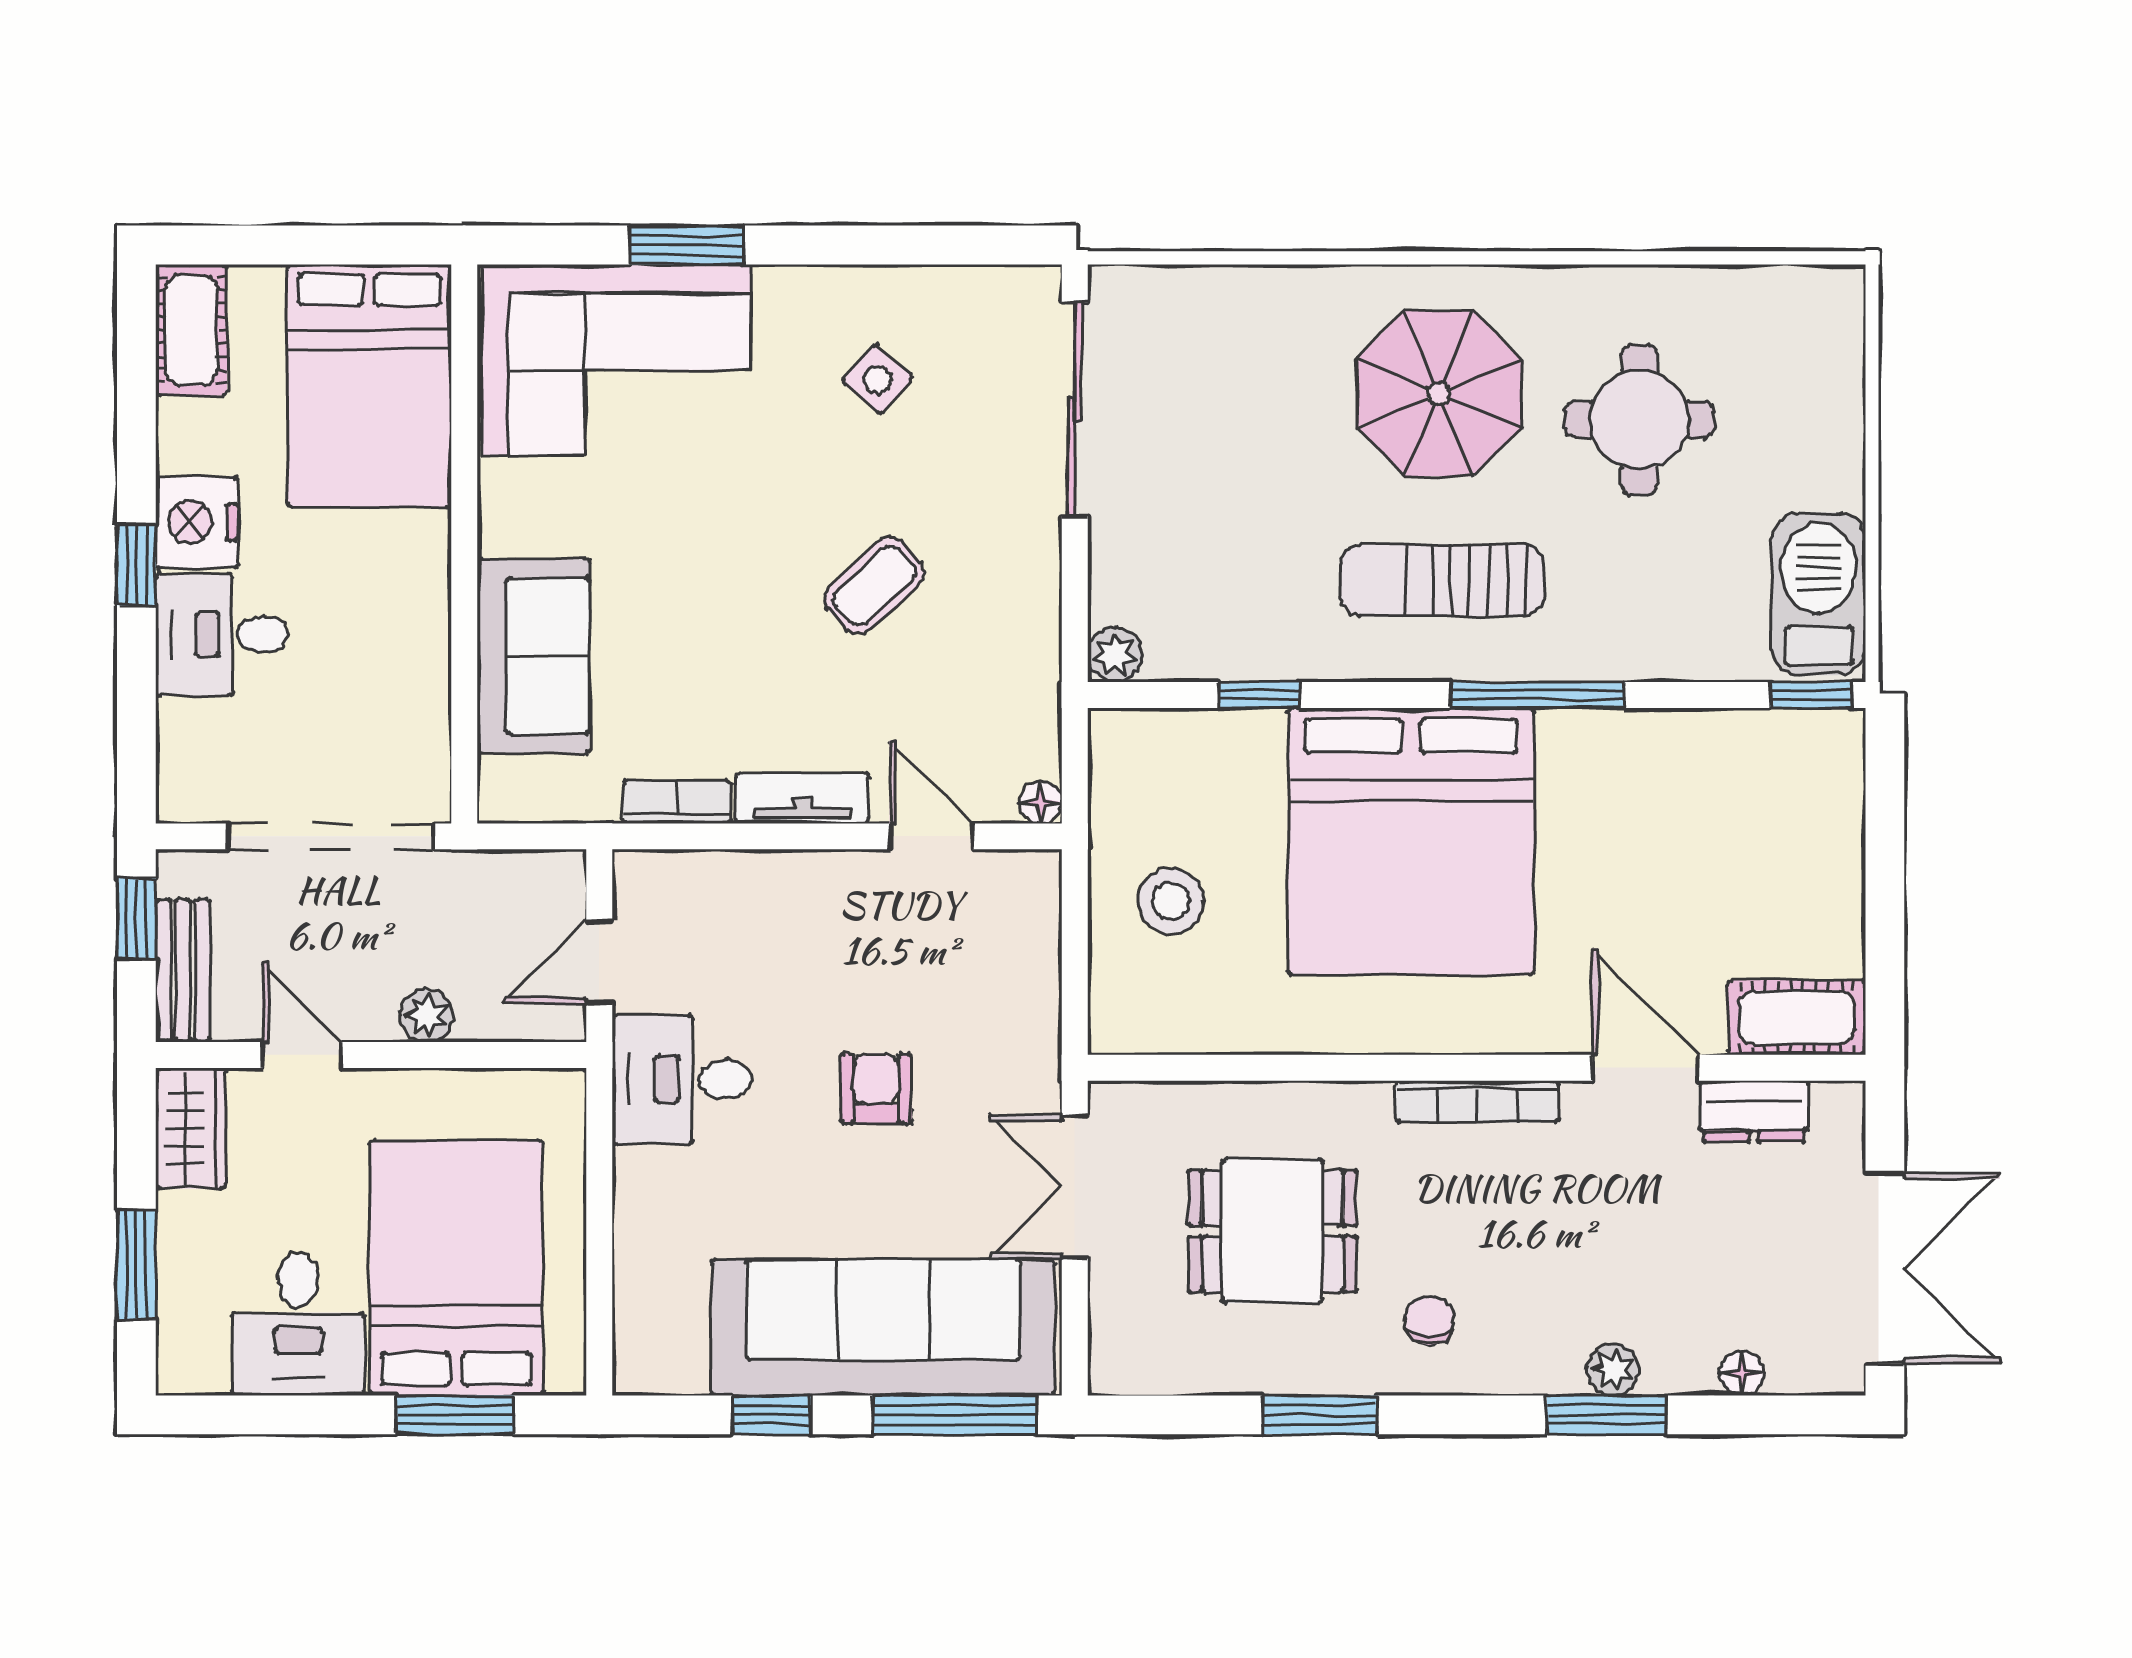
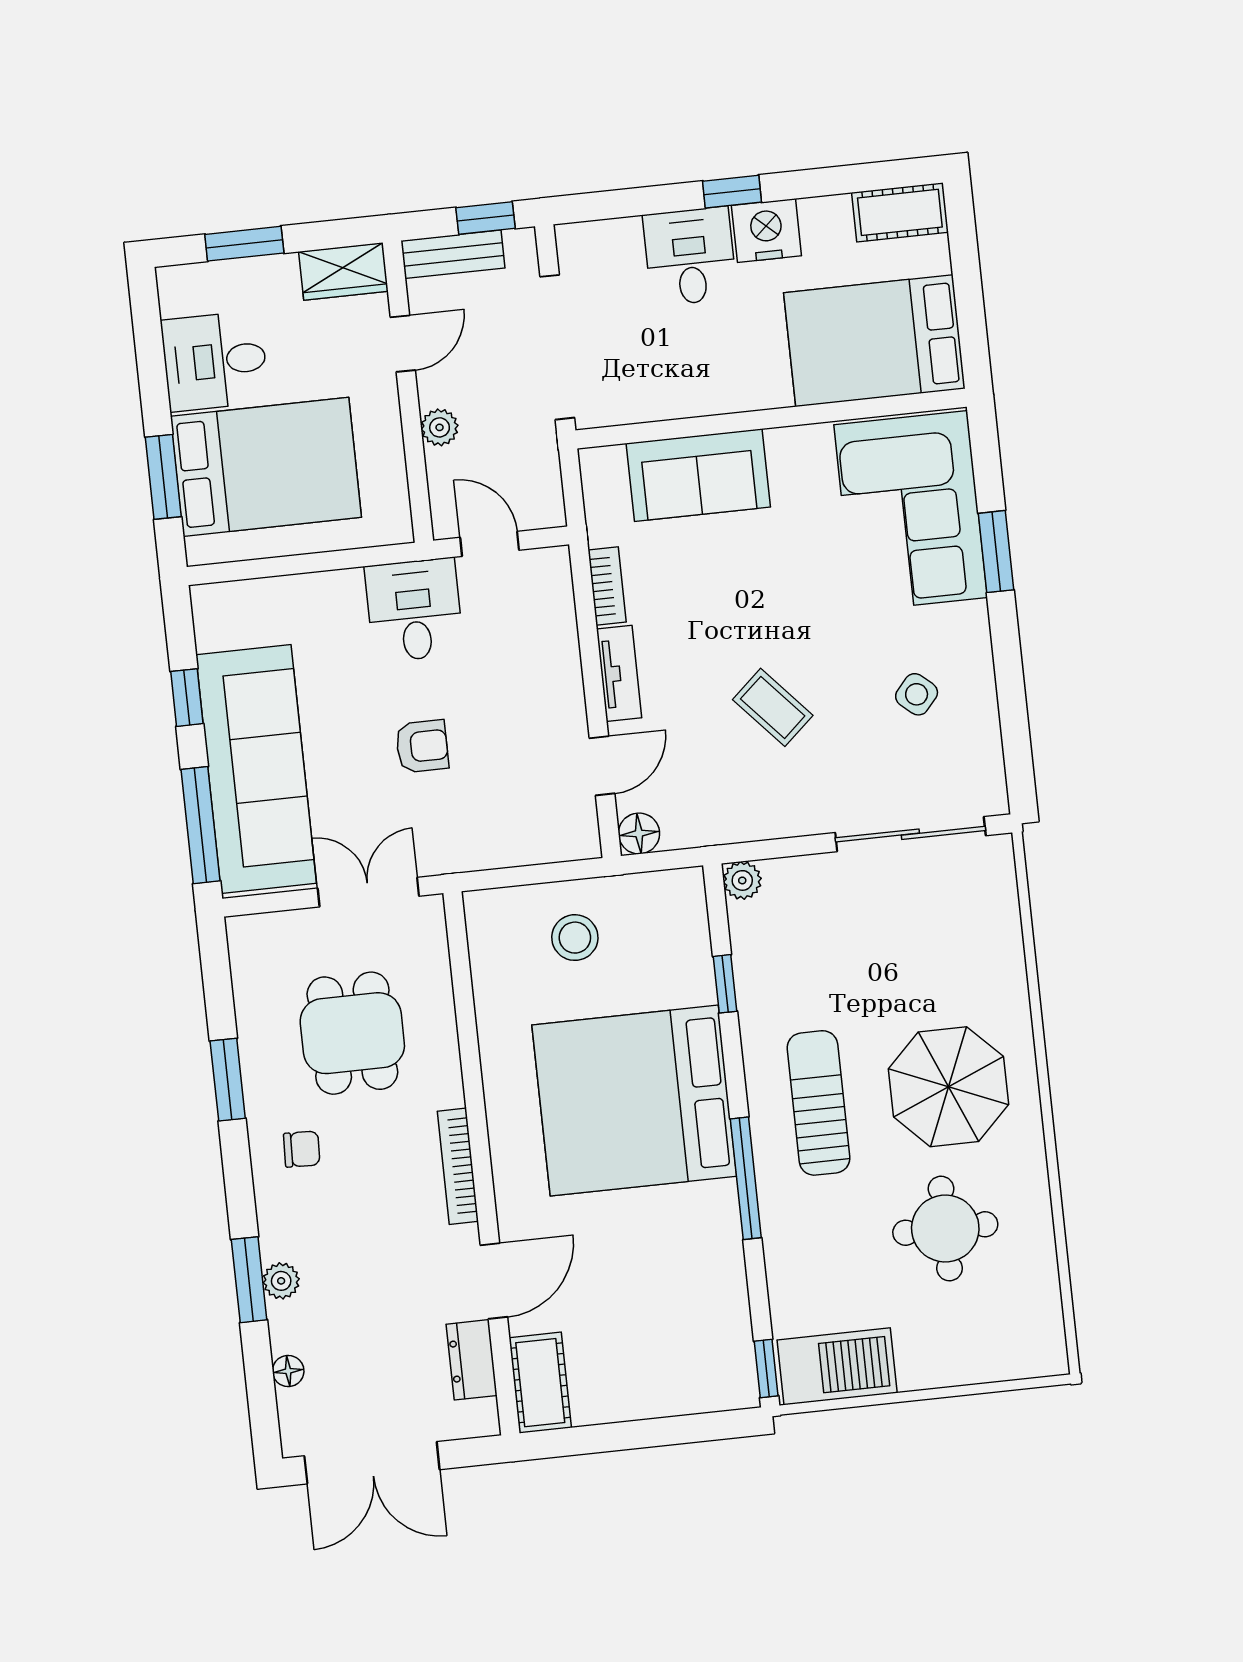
floor lamp: (1041, 802) -> (639, 833), width x1.37, depth x1.37

